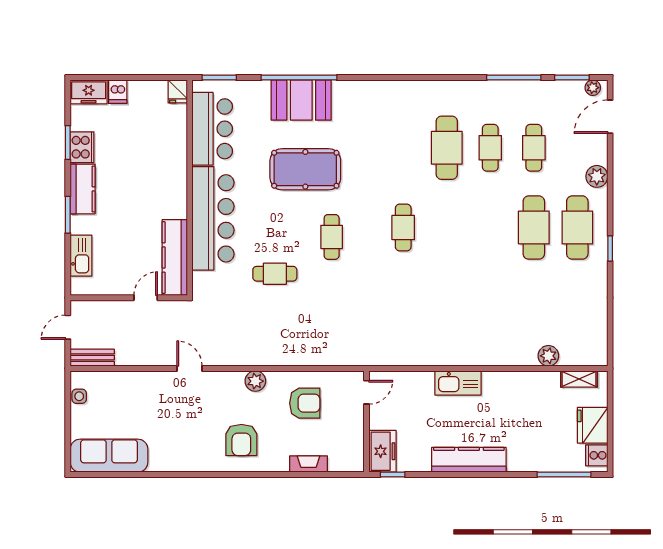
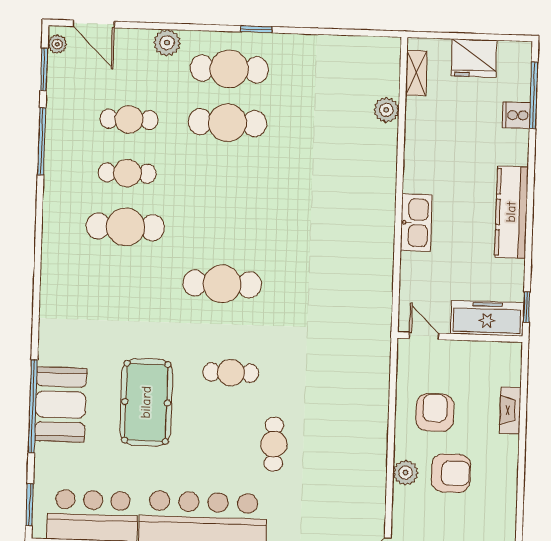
cafe table: (403, 228) -> (222, 284), width x1.37, depth x1.35
armchair: (241, 440) -> (451, 473), moved
freezer: (382, 451) -> (487, 318), width x1.40
cooker: (597, 455) -> (516, 115), moved, turned 90

